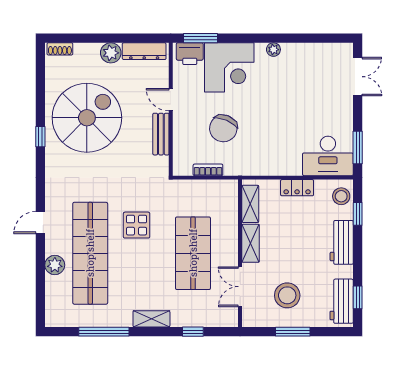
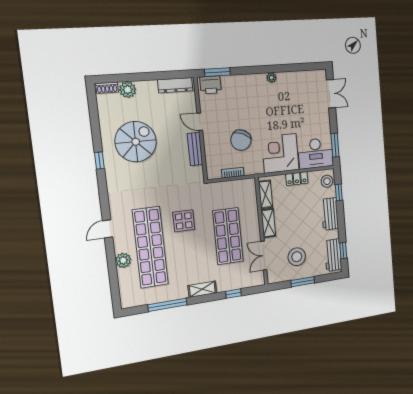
plant: (111, 53) -> (128, 90), moved
corner desk: (229, 67) -> (280, 153), moved, turned 180
spiral stairs: (87, 118) -> (136, 142), width x0.73, depth x0.73

